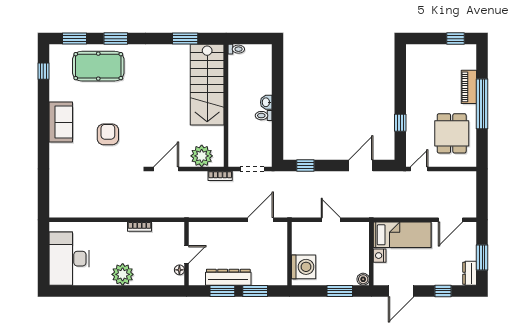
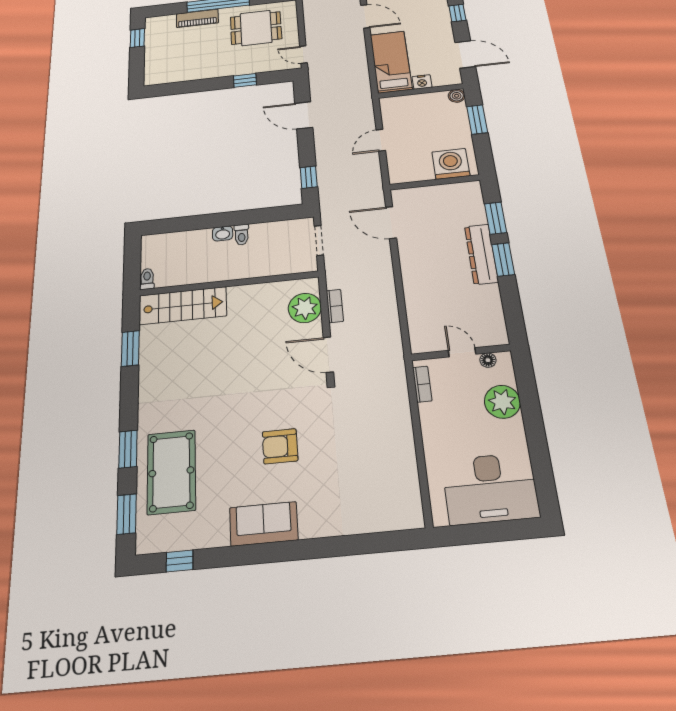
stairs: (207, 85) -> (183, 306), width x0.73, depth x0.66
bookcase: (220, 176) -> (335, 306), moved
door: (187, 254) -> (462, 352), moved
wall: (187, 254) -> (461, 352), moved
floor lamp: (179, 270) -> (488, 360), moved

